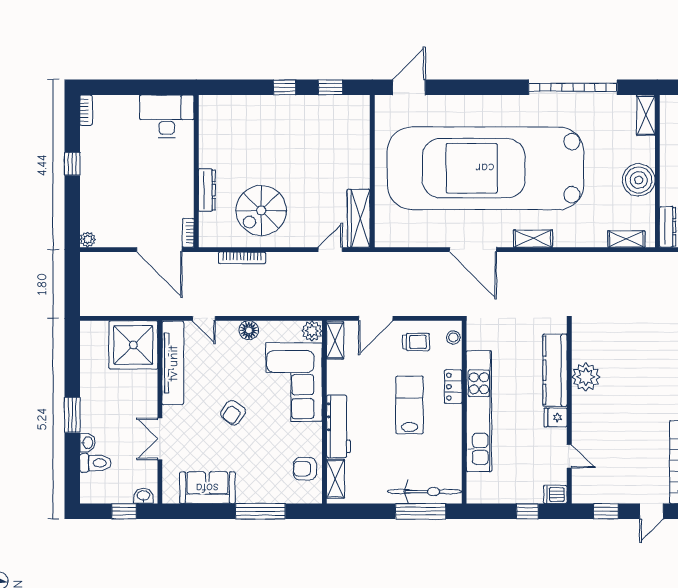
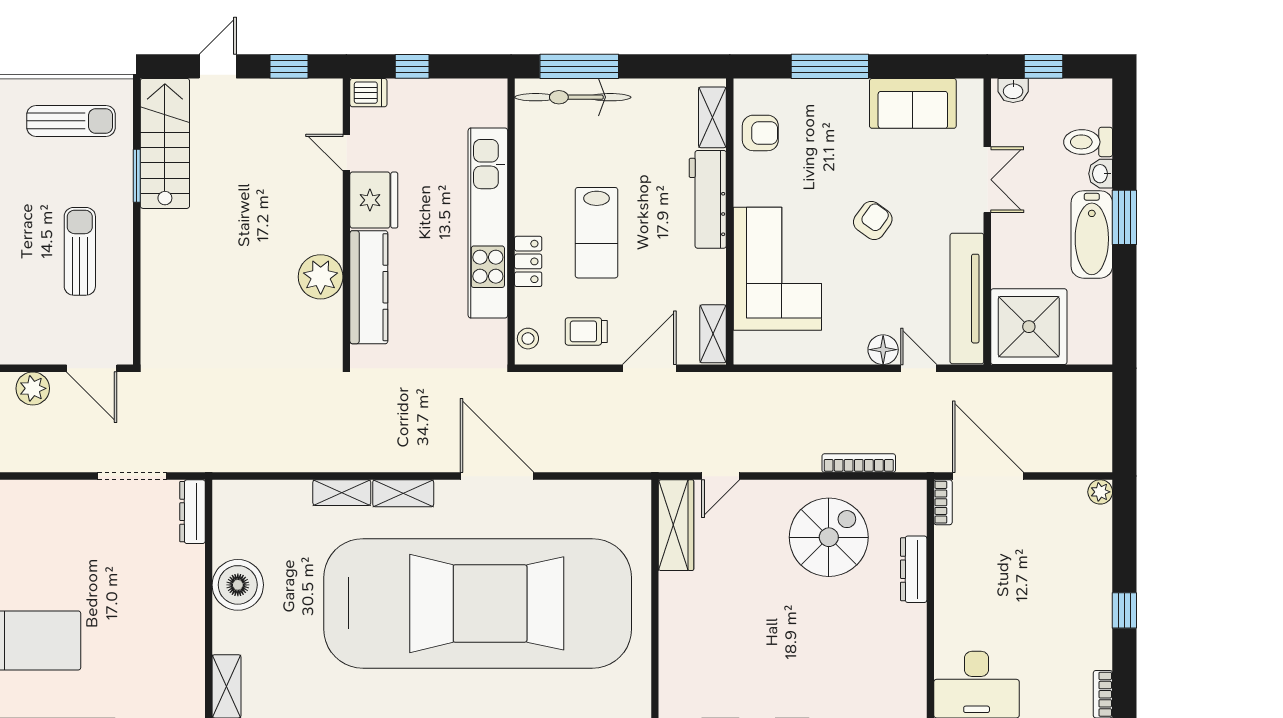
shelving: (626, 239) -> (342, 493), moved
floor lamp: (249, 330) -> (883, 350), moved
plant: (312, 331) -> (749, 349), removed
bathtub: (93, 404) -> (1092, 234), added
fridge: (556, 417) -> (374, 200), width x1.88, depth x1.34

